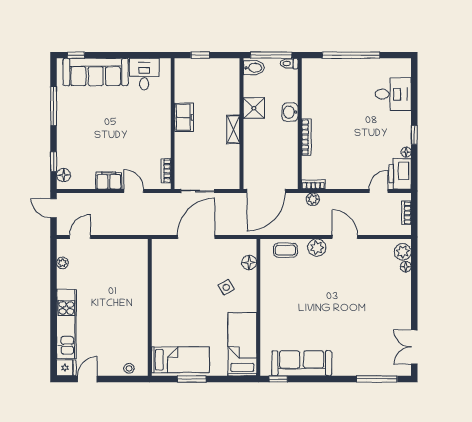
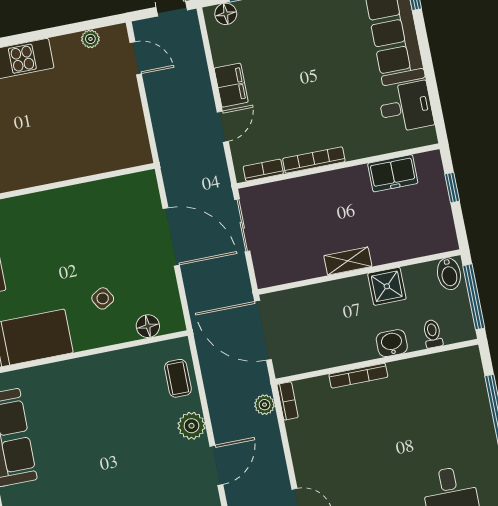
toilet: (289, 64) -> (433, 334), moved
freezer: (184, 117) -> (393, 173), moved
bookcase: (166, 138) -> (314, 160), added

